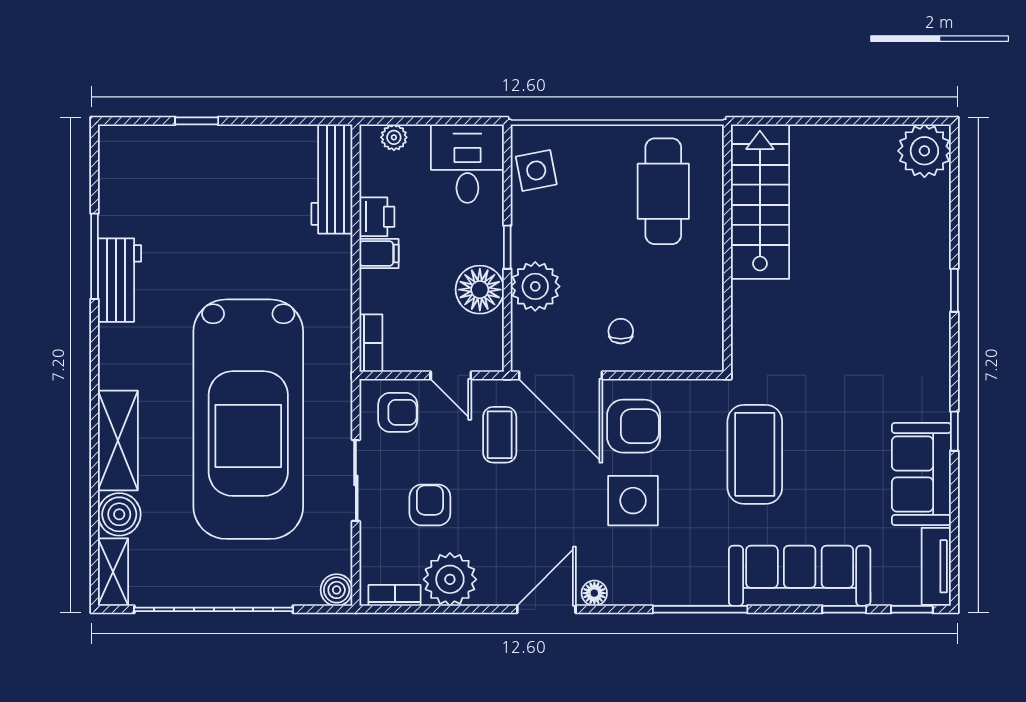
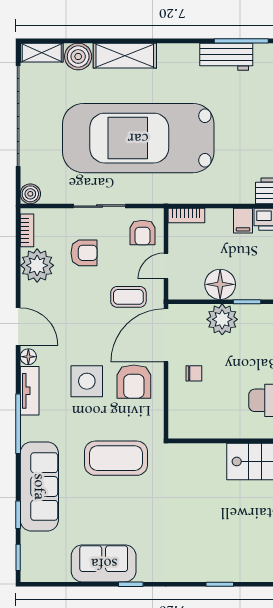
tv unit: (936, 566) -> (30, 391), moved, turned 90

